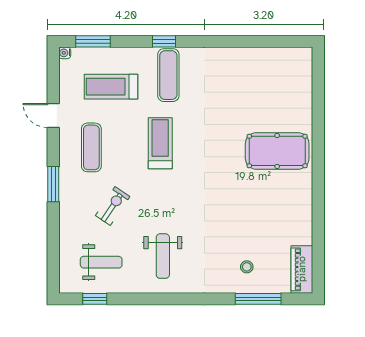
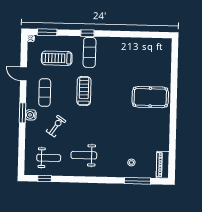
water cooler: (68, 187) -> (31, 115), added
weight bench: (163, 256) -> (84, 155), turned 90

